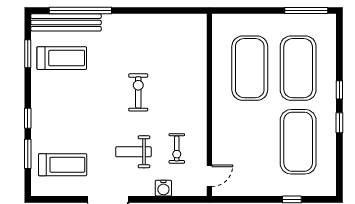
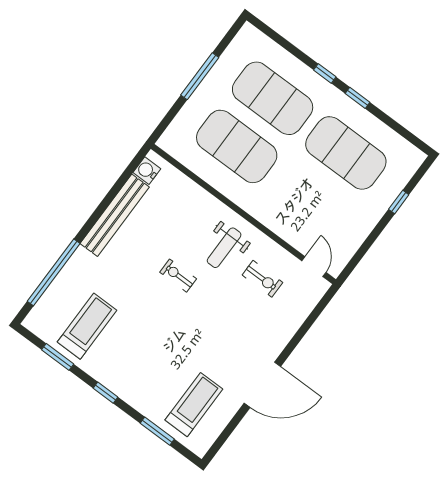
window: (306, 11) -> (200, 76), moved
bench: (66, 22) -> (115, 215), moved
exercise bike: (138, 92) -> (178, 276), width x0.73, depth x0.72
window: (28, 118) -> (105, 393), moved
weight bench: (133, 152) -> (224, 248), moved
water cooler: (163, 188) -> (147, 171), moved, turned 180

